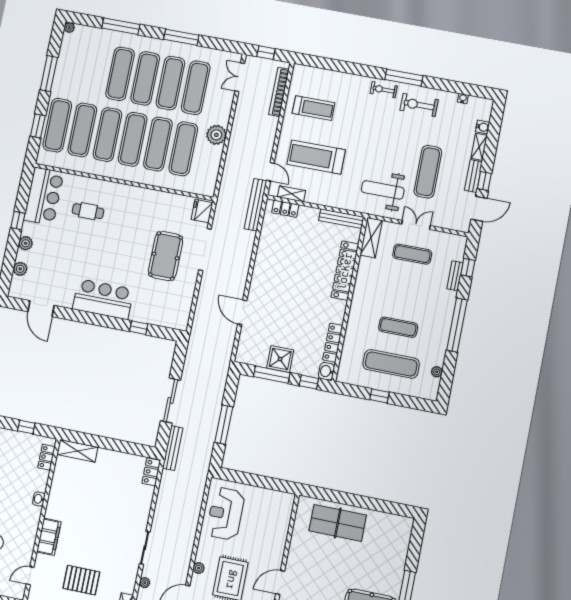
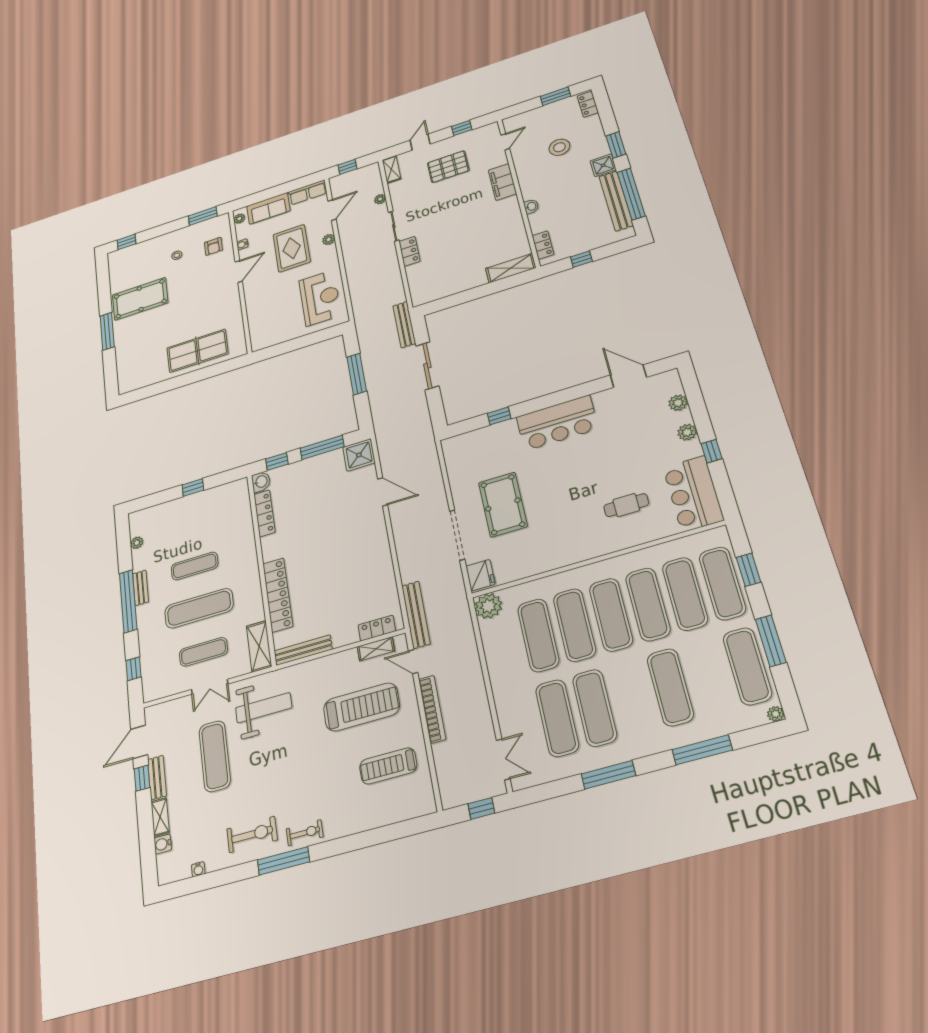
exercise mat: (145, 78) -> (747, 666), moved
bookcase: (279, 92) -> (432, 709), moved
plant: (216, 135) -> (488, 606), moved
bench: (455, 276) -> (141, 588), moved
shower: (280, 359) -> (359, 455), moved
exercise mat: (391, 364) -> (199, 608), moved
locker: (151, 472) -> (410, 251), moved

